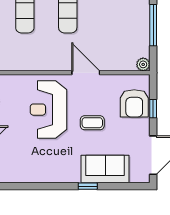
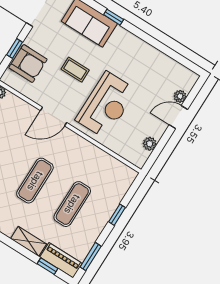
door: (86, 73) -> (53, 117), hinge flipped
armchair: (134, 103) -> (28, 63), turned 90

